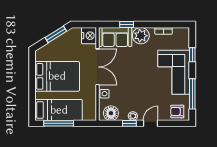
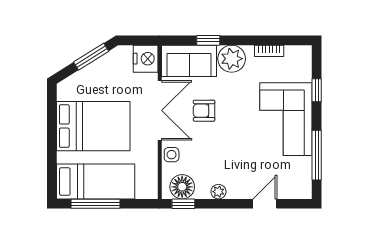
armchair: (177, 111) -> (204, 111), moved
window: (129, 123) -> (183, 204), moved
door: (150, 123) -> (265, 204), moved

